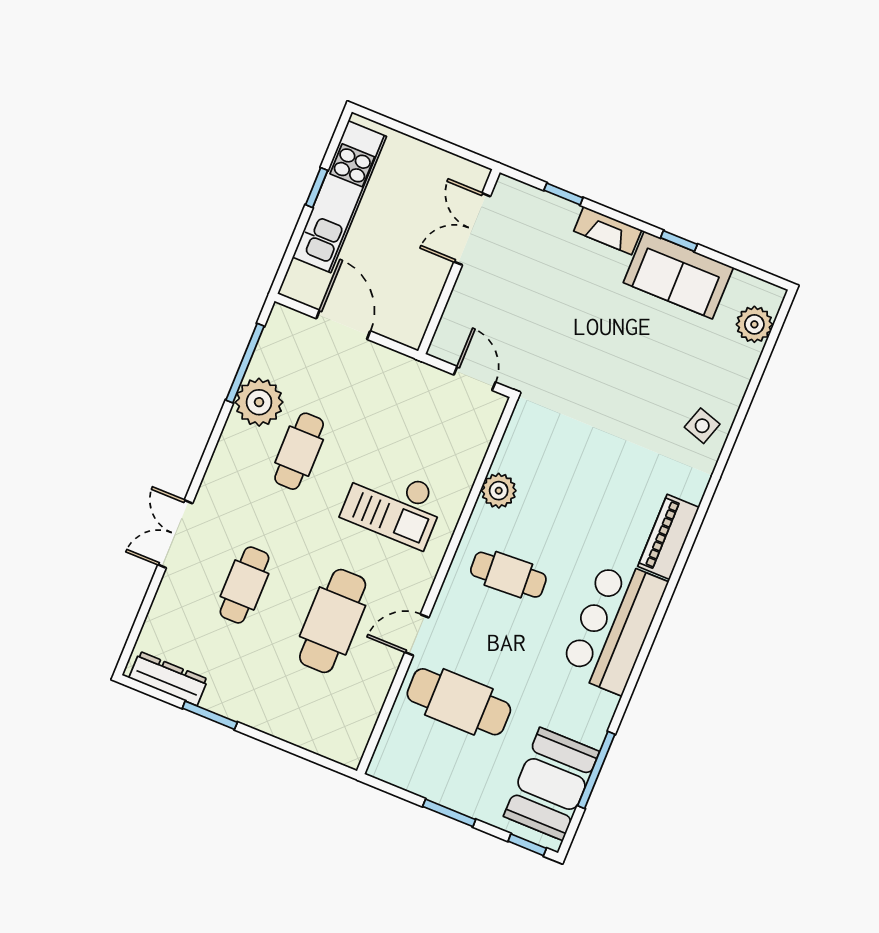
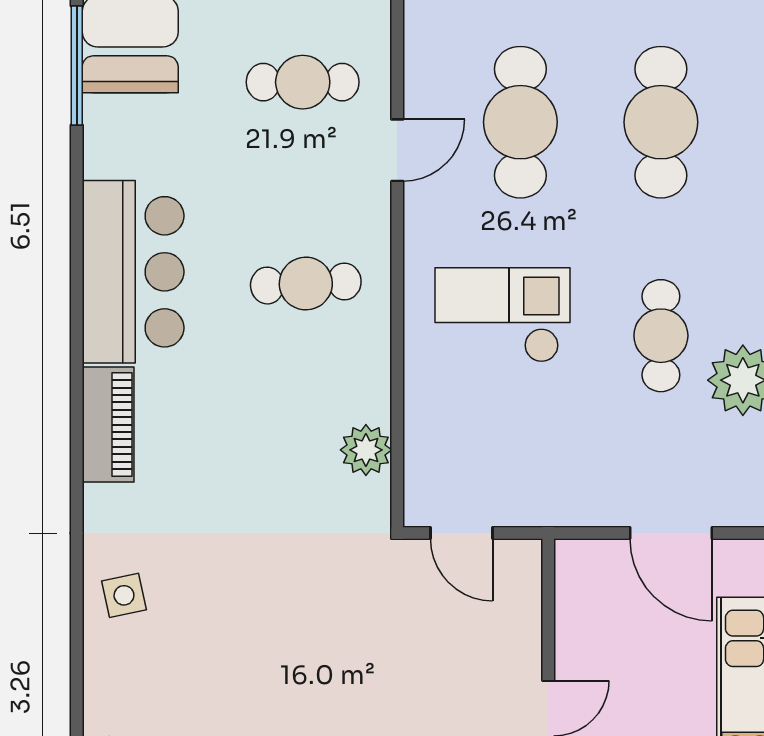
side table: (702, 426) -> (124, 595), turned -30
plant: (499, 491) -> (366, 450), moved
cafe table: (244, 585) -> (661, 122), width x1.37, depth x1.35
cafe table: (459, 702) -> (303, 82), width x0.73, depth x0.74

